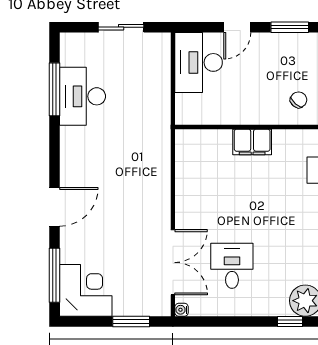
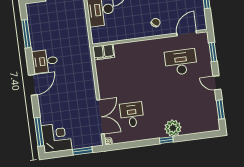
desk: (83, 96) -> (45, 61), moved, width x0.73
filing cabinet: (252, 142) -> (104, 52), moved
door: (54, 207) -> (33, 85), moved

